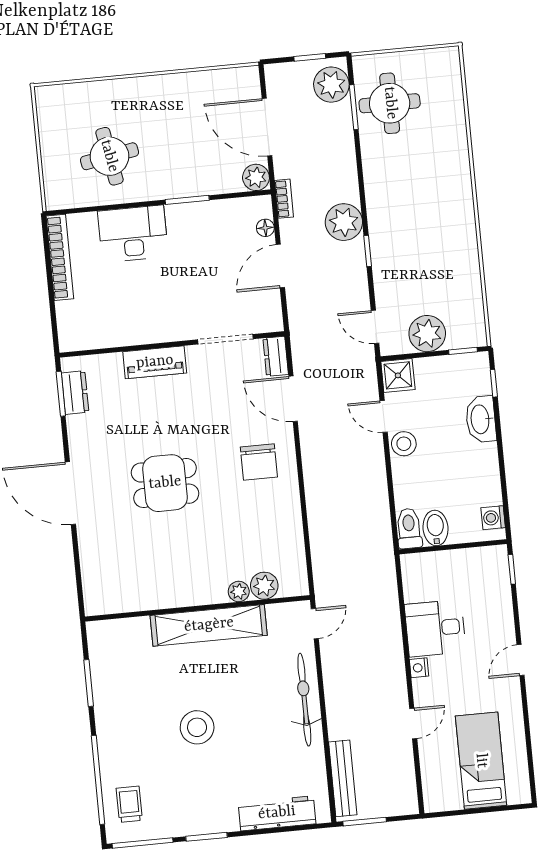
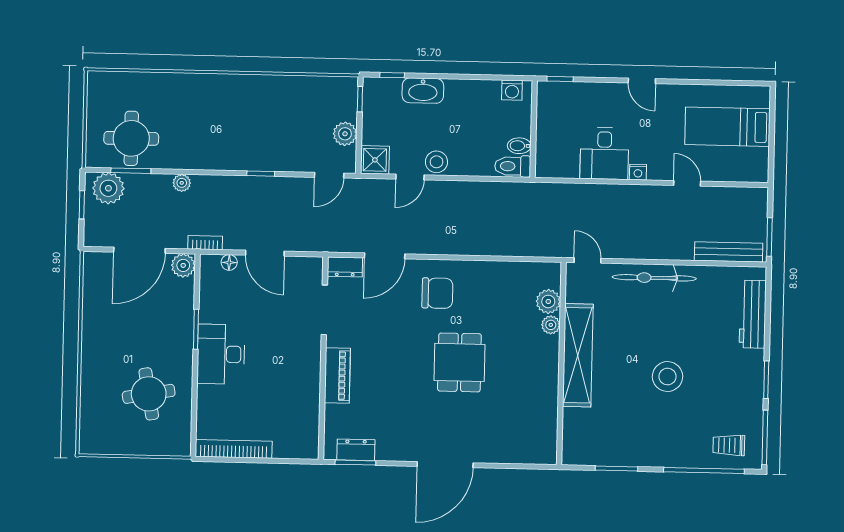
plant: (344, 222) -> (182, 183), moved, width x0.53, depth x0.53
desk: (133, 234) -> (221, 354), moved
plant: (427, 334) -> (345, 134), width x0.73, depth x0.73
dining table: (165, 483) -> (459, 362), moved
bidet: (436, 528) -> (519, 146), width x0.72, depth x0.74

